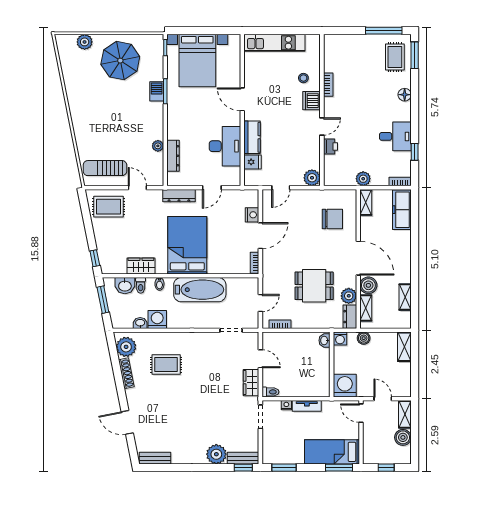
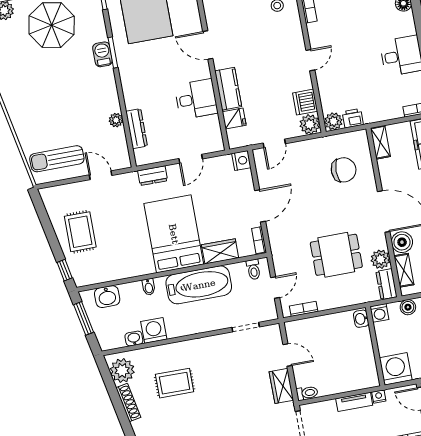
dishwasher: (312, 101) -> (305, 102), moved
desk: (225, 146) -> (196, 99), width x0.73
printer: (330, 147) -> (353, 118), moved, turned -90
plant: (363, 179) -> (333, 121), moved
dresser: (179, 196) -> (153, 176), width x0.70
rug: (109, 207) -> (80, 232), moved, turned 90
nightstand: (252, 215) -> (241, 161), moved
wardrobe: (141, 266) -> (220, 251), moved
toilet: (141, 285) -> (254, 269), moved
nightstand: (286, 405) -> (379, 396), moved

